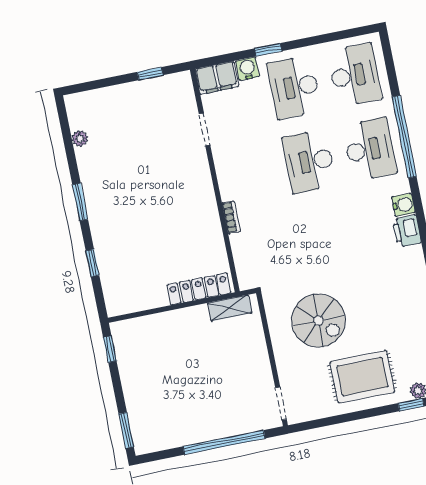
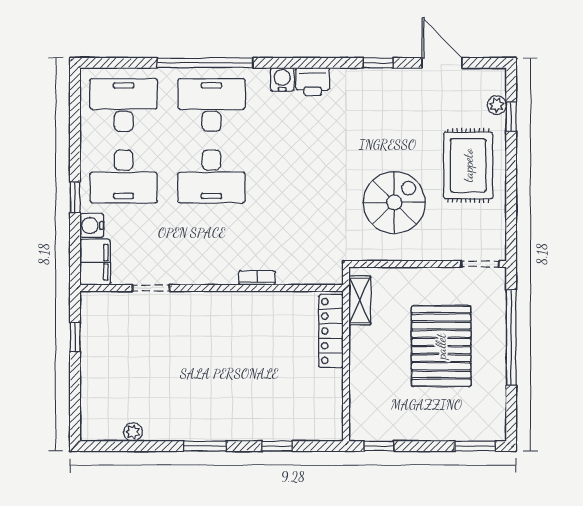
pallet: (205, 385) -> (441, 346), added

